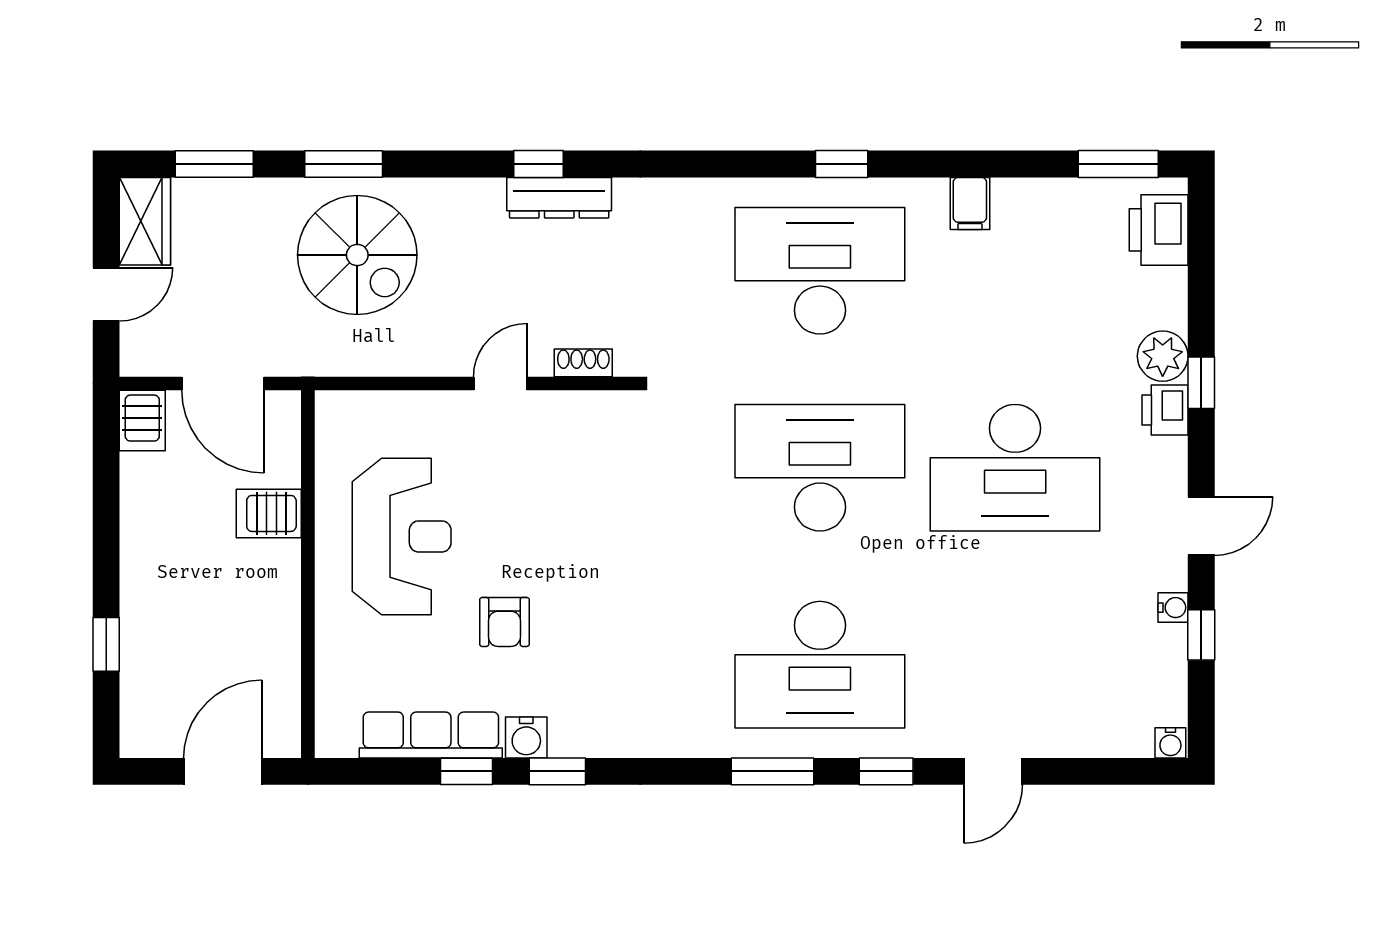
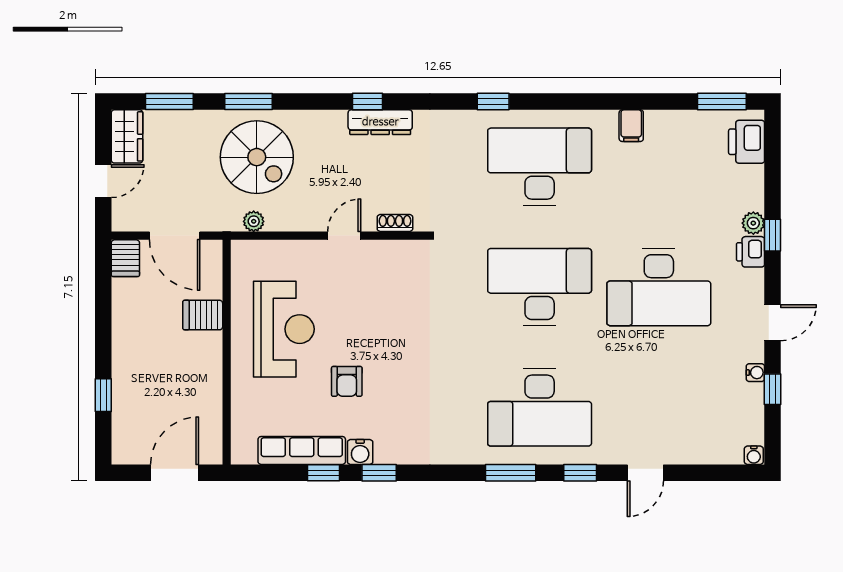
window: (842, 164) -> (493, 101), moved
plant: (1163, 356) -> (753, 223), width x0.73, depth x0.73
plant: (352, 360) -> (254, 221), added

